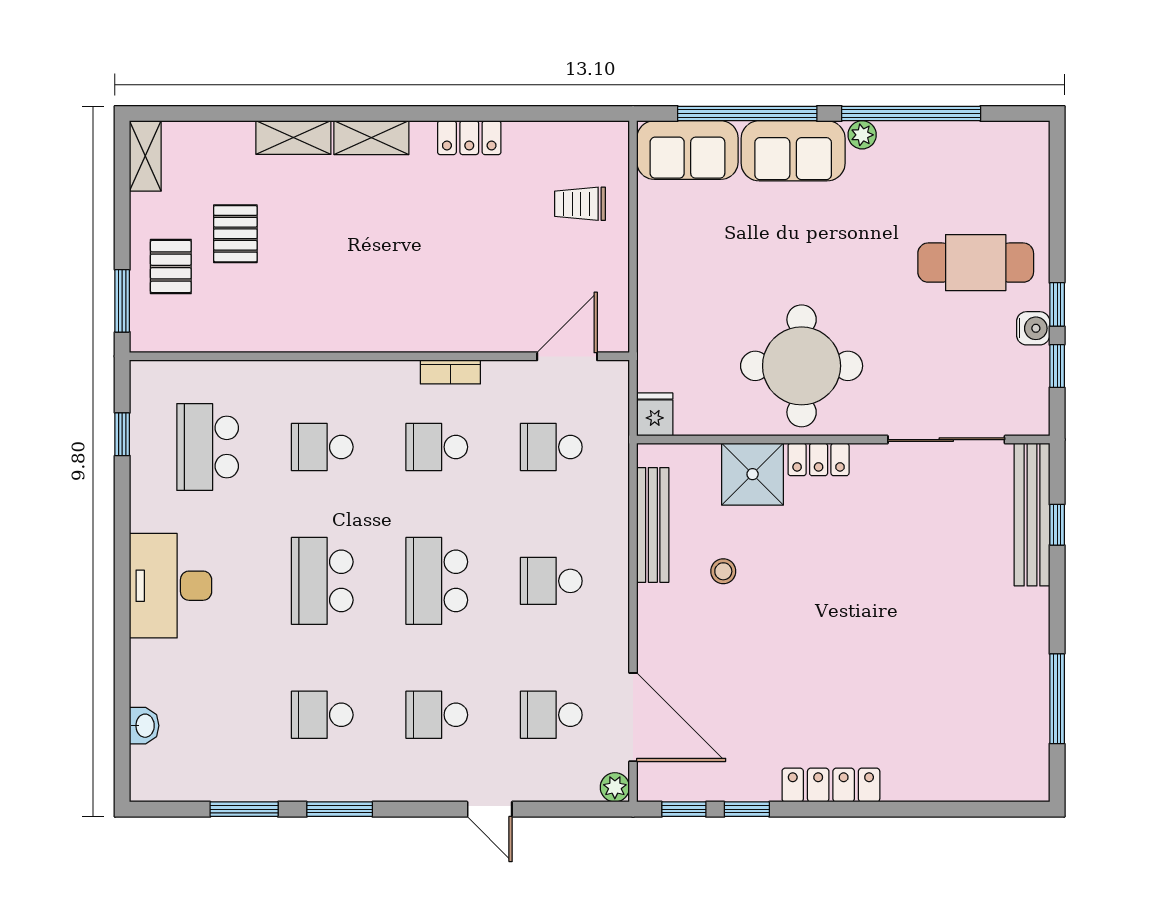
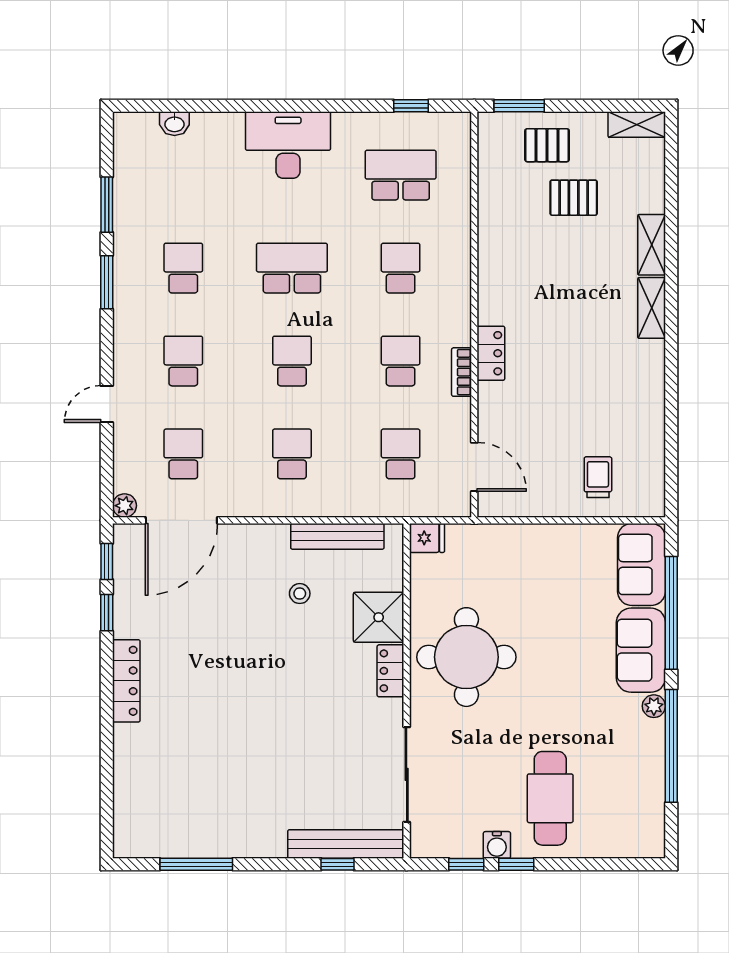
locker: (469, 138) -> (491, 353), moved, turned 180
school desk: (437, 581) -> (292, 361), width x0.54

